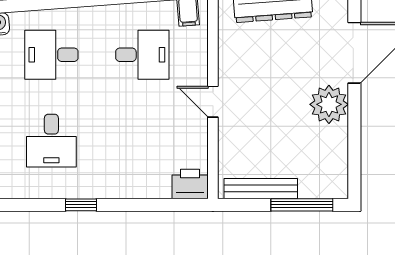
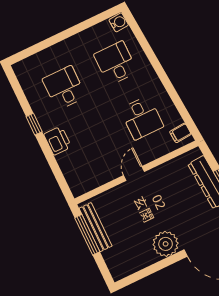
desk: (51, 141) -> (64, 88), turned 90
printer: (190, 184) -> (58, 141), moved
window: (302, 205) -> (87, 235), moved

